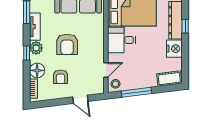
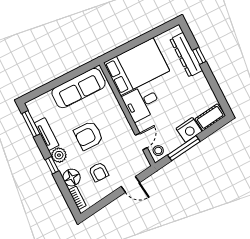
armchair: (67, 44) -> (89, 136), turned 90
nightstand: (174, 49) -> (189, 130), moved, turned 83

